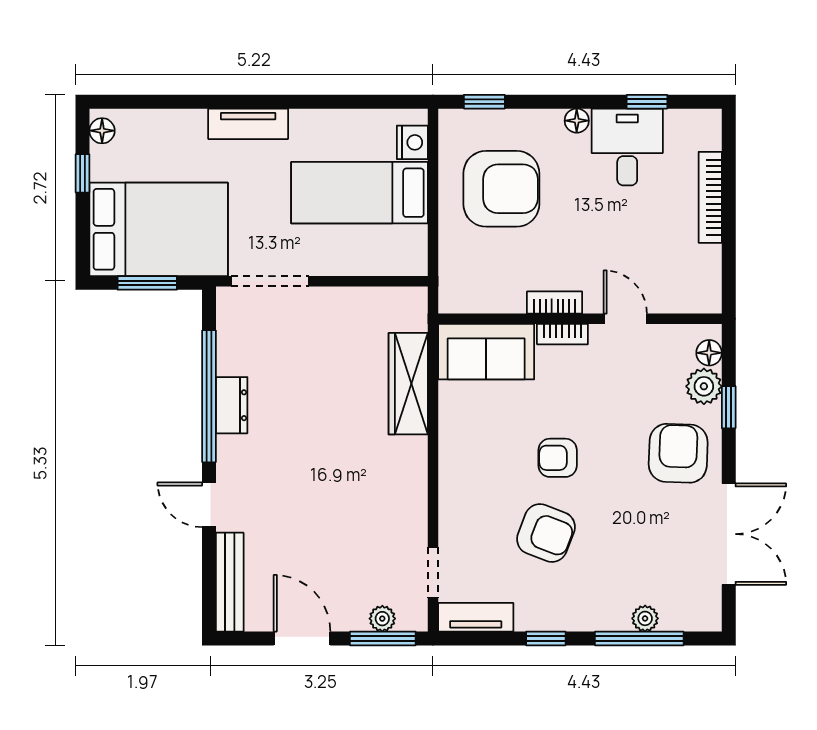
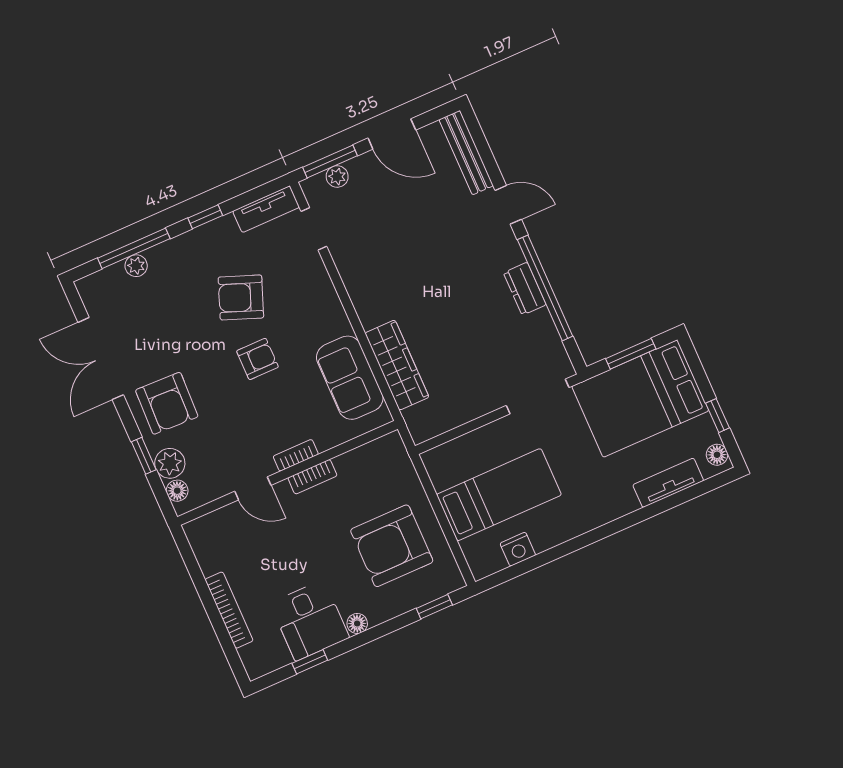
tv unit: (248, 124) -> (668, 483), moved
nightstand: (412, 142) -> (518, 549), moved, turned -90
sofa: (486, 352) -> (350, 378), moved, turned -90

